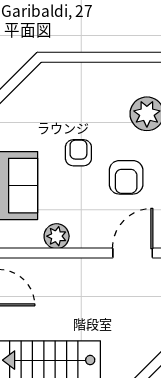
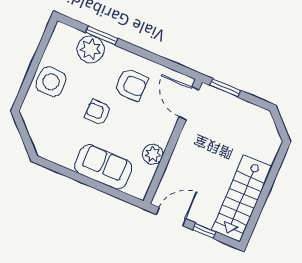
side table: (90, 84) -> (51, 82), added

